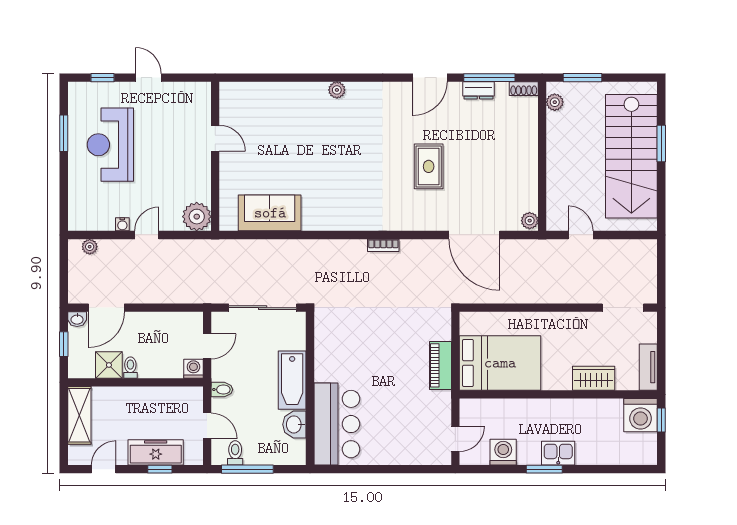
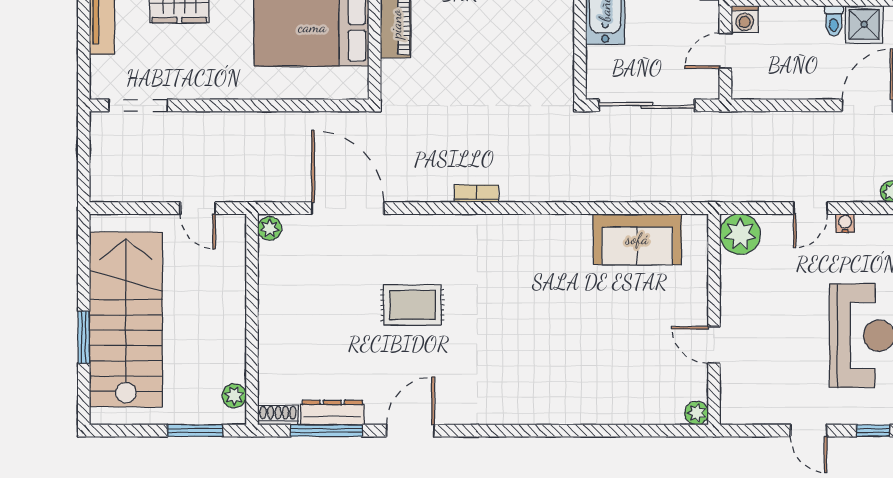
plant: (337, 90) -> (696, 413), moved
dresser: (478, 90) -> (332, 412), width x1.44
rug: (429, 166) -> (412, 305), turned 90

